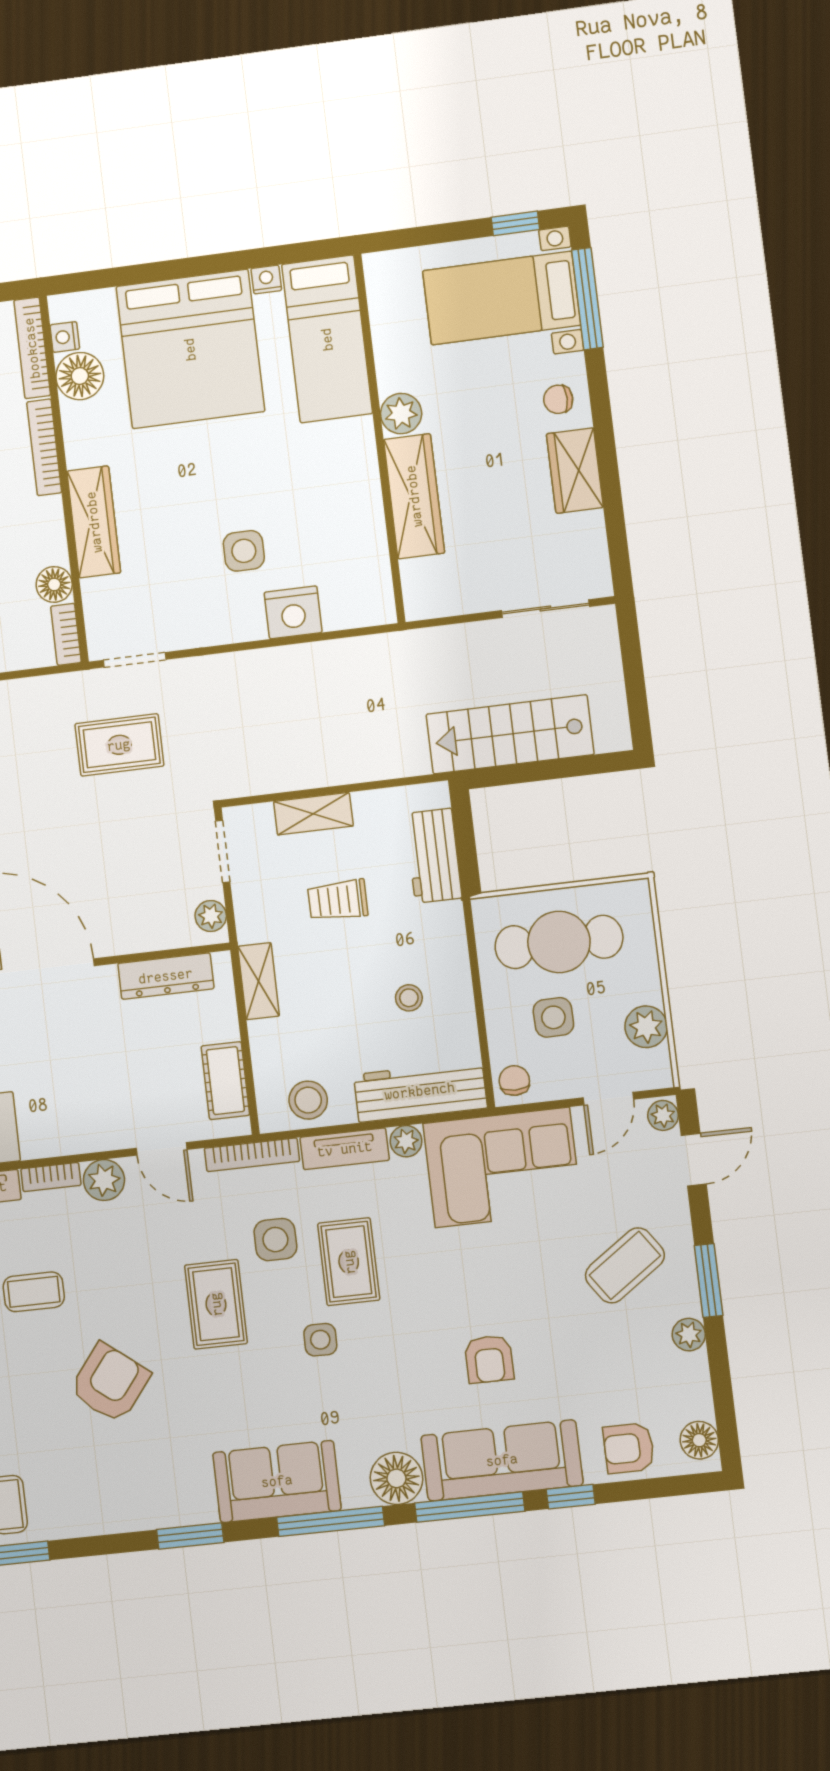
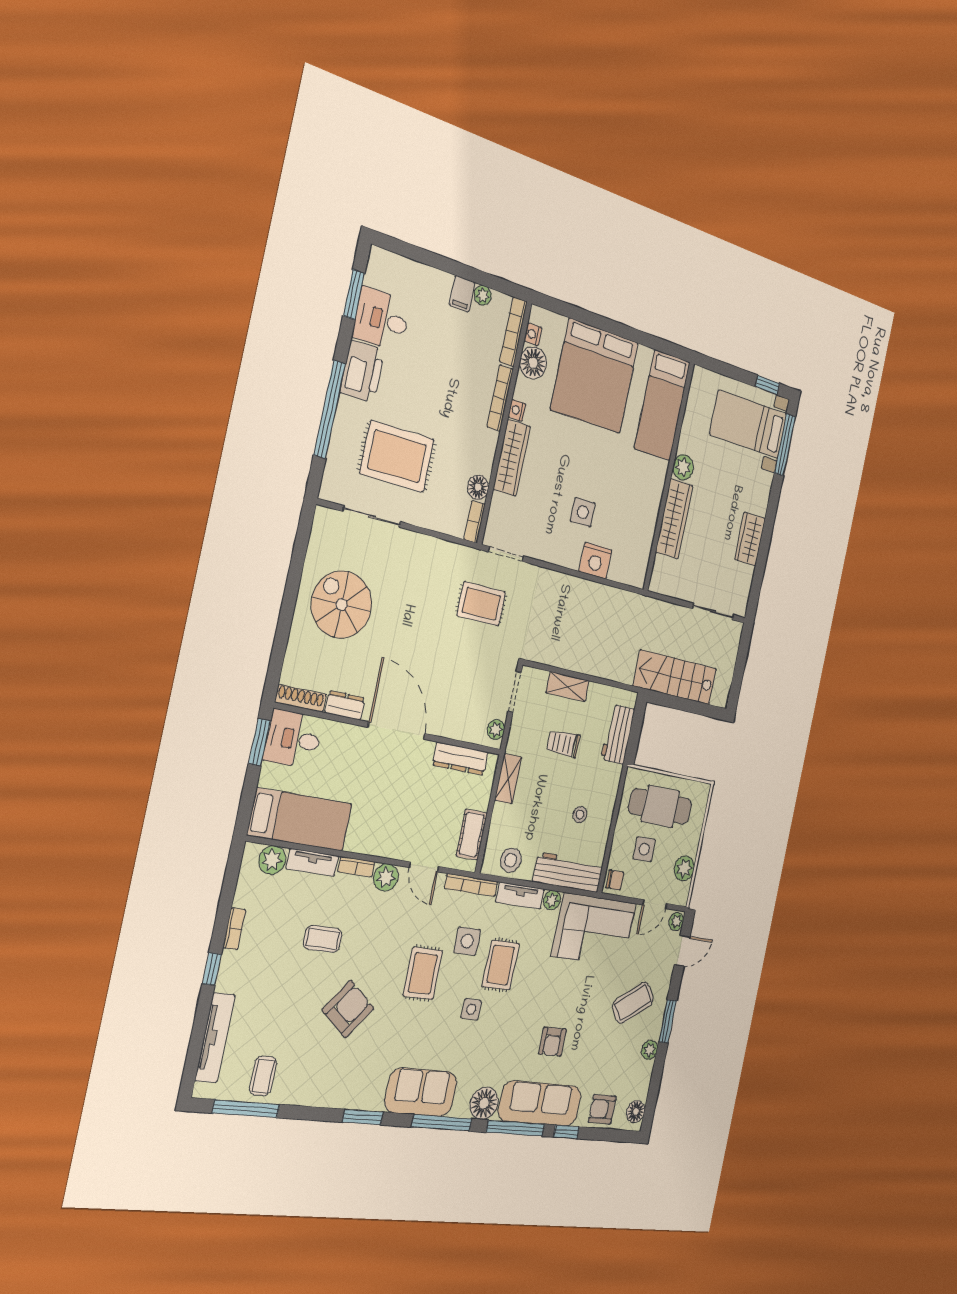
nightstand: (266, 279) -> (517, 410), moved, turned -90
chair: (558, 399) -> (755, 495), removed
chair: (514, 1081) -> (615, 880), turned 90

